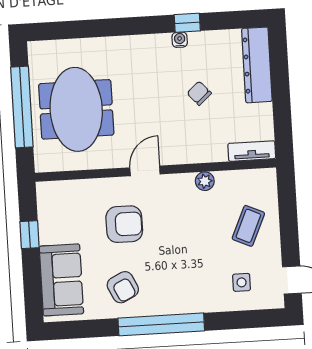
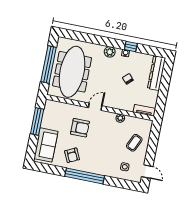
plant: (145, 46) -> (110, 52), added
meeting table: (76, 109) -> (72, 72), width x1.36
window: (30, 235) -> (37, 121), width x2.17

